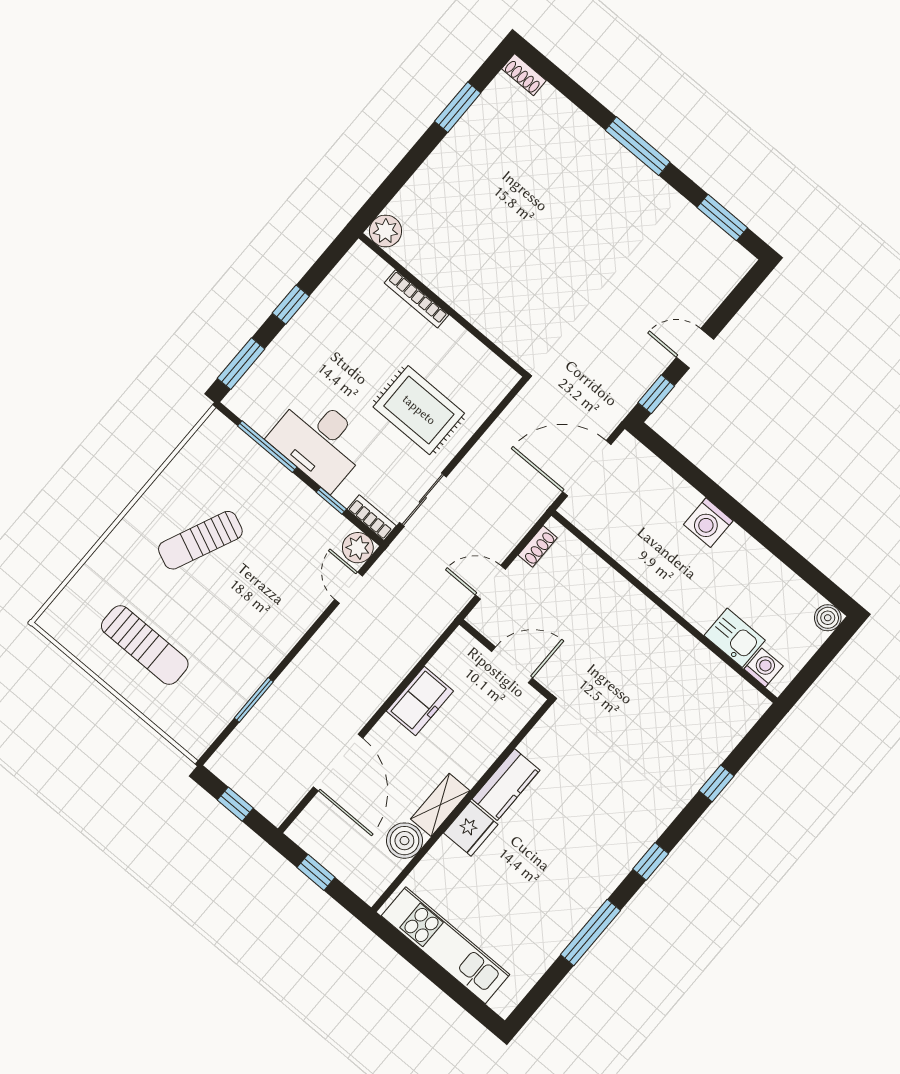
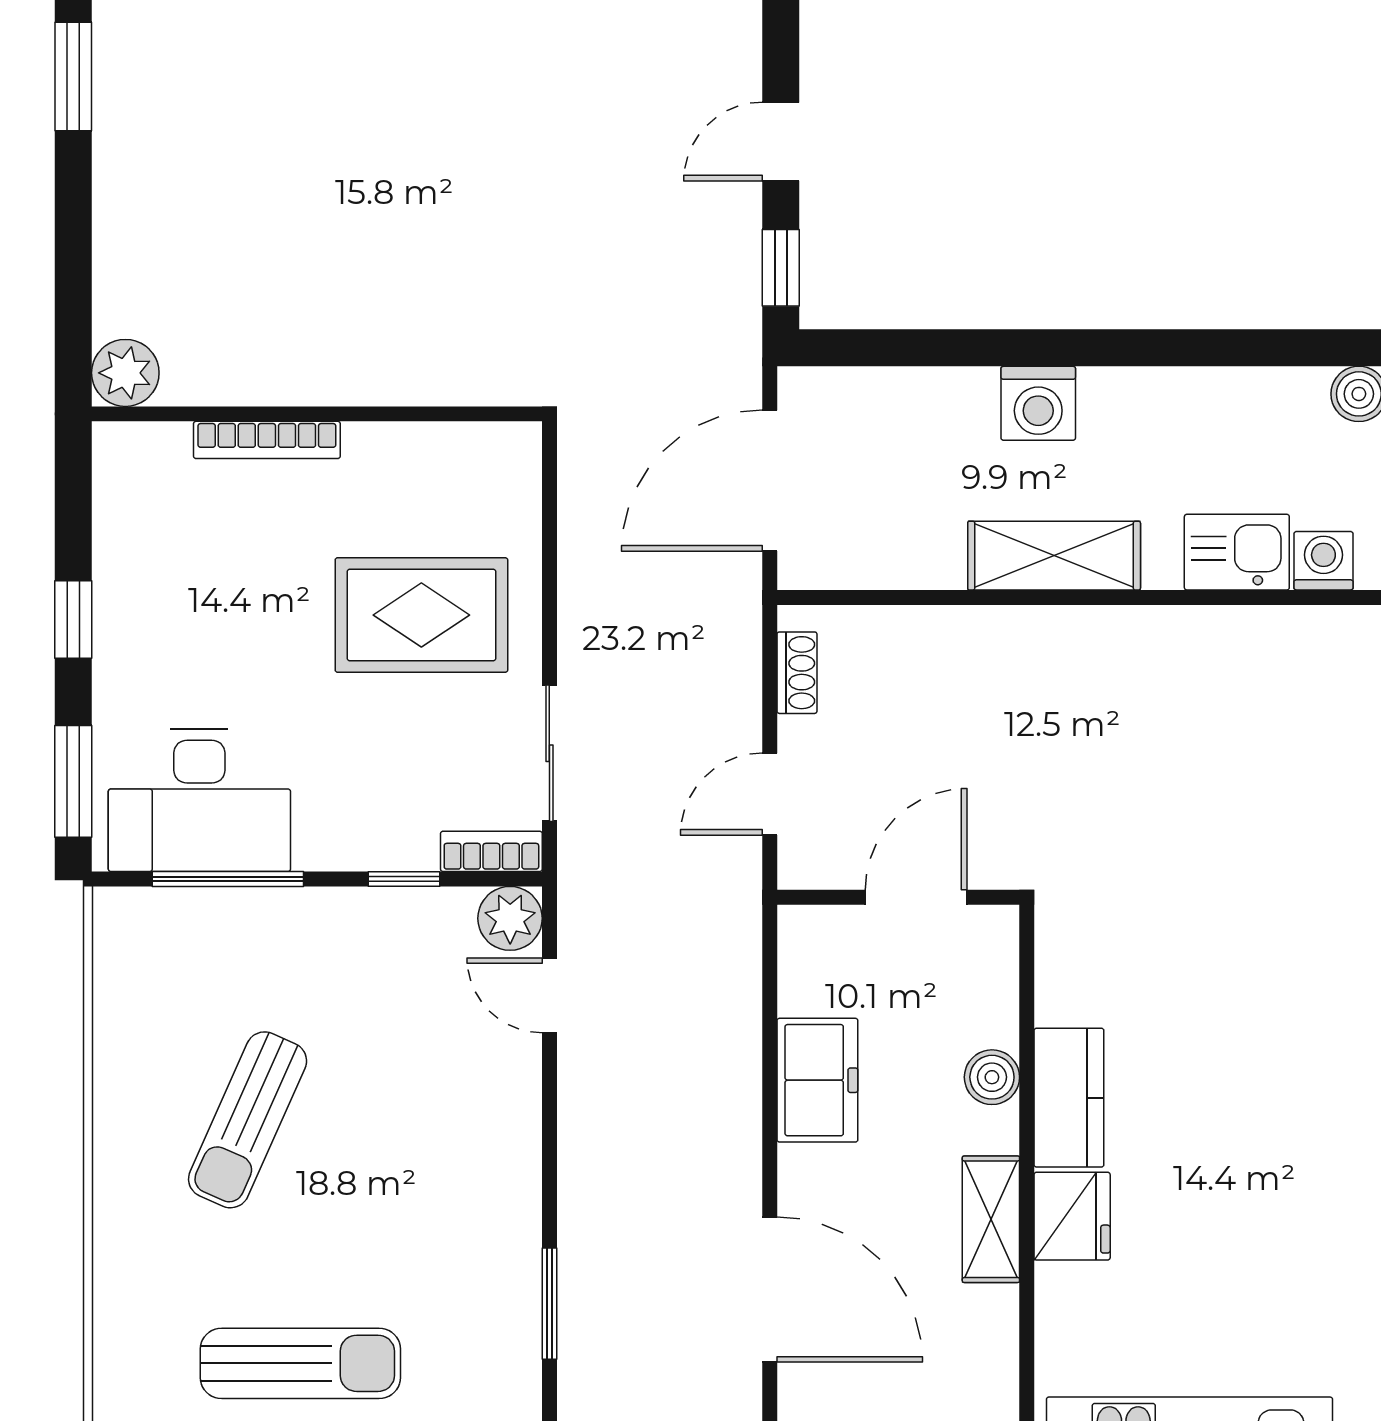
desk: (319, 441) -> (199, 800), moved
shelving: (667, 583) -> (1054, 556), added
boiler: (404, 841) -> (992, 1077), moved, width x0.73, depth x0.73

